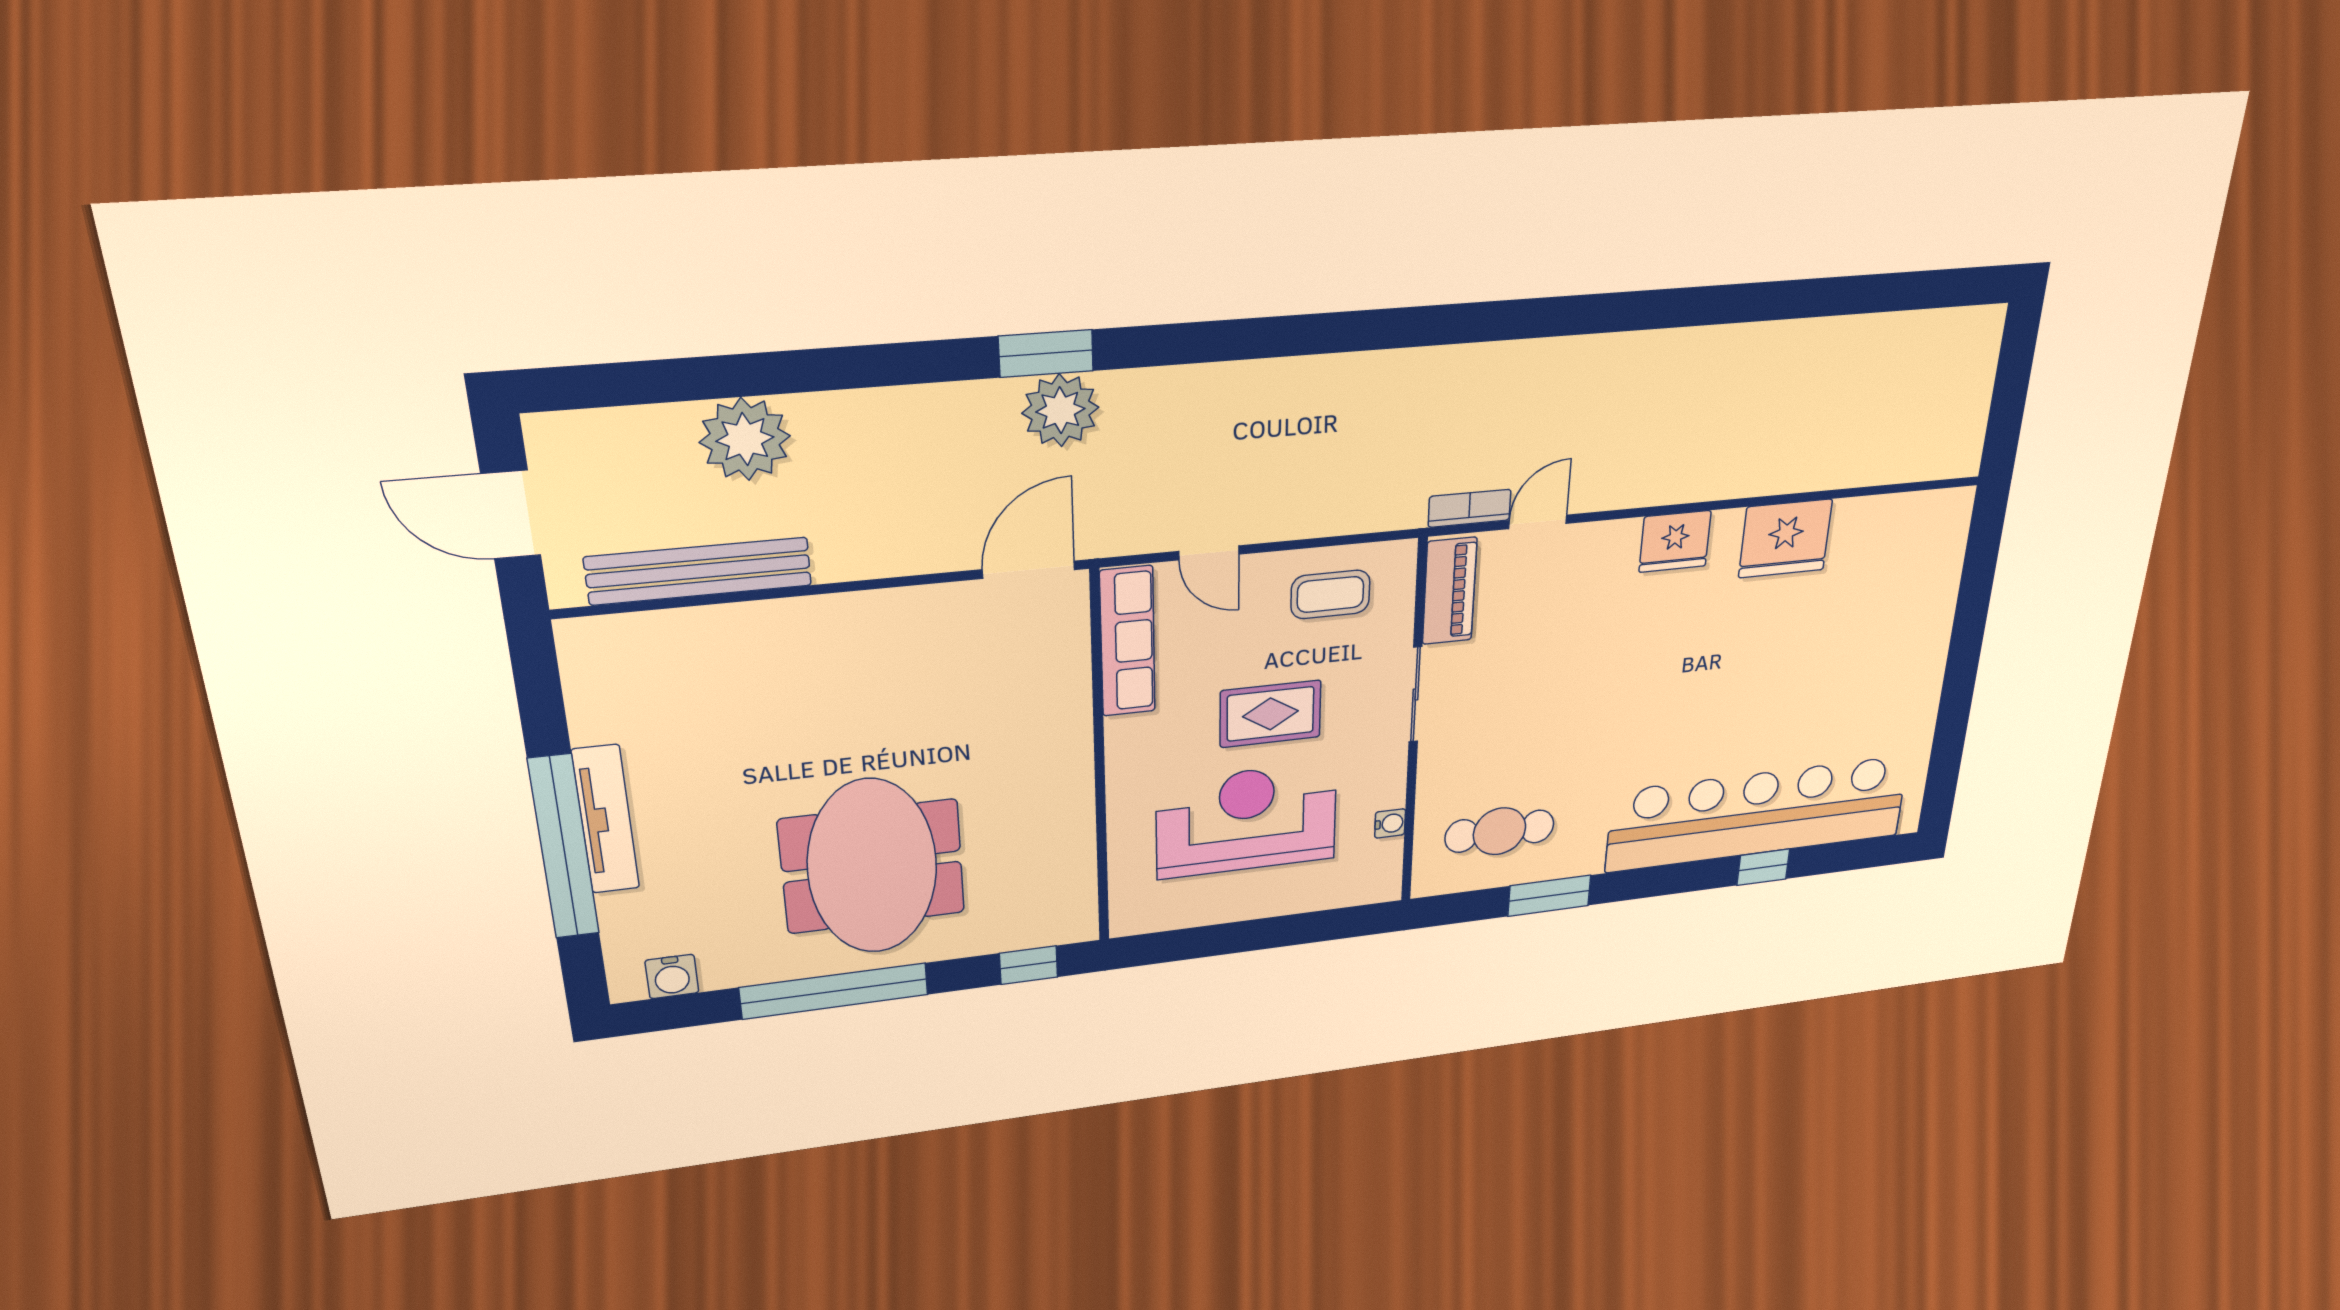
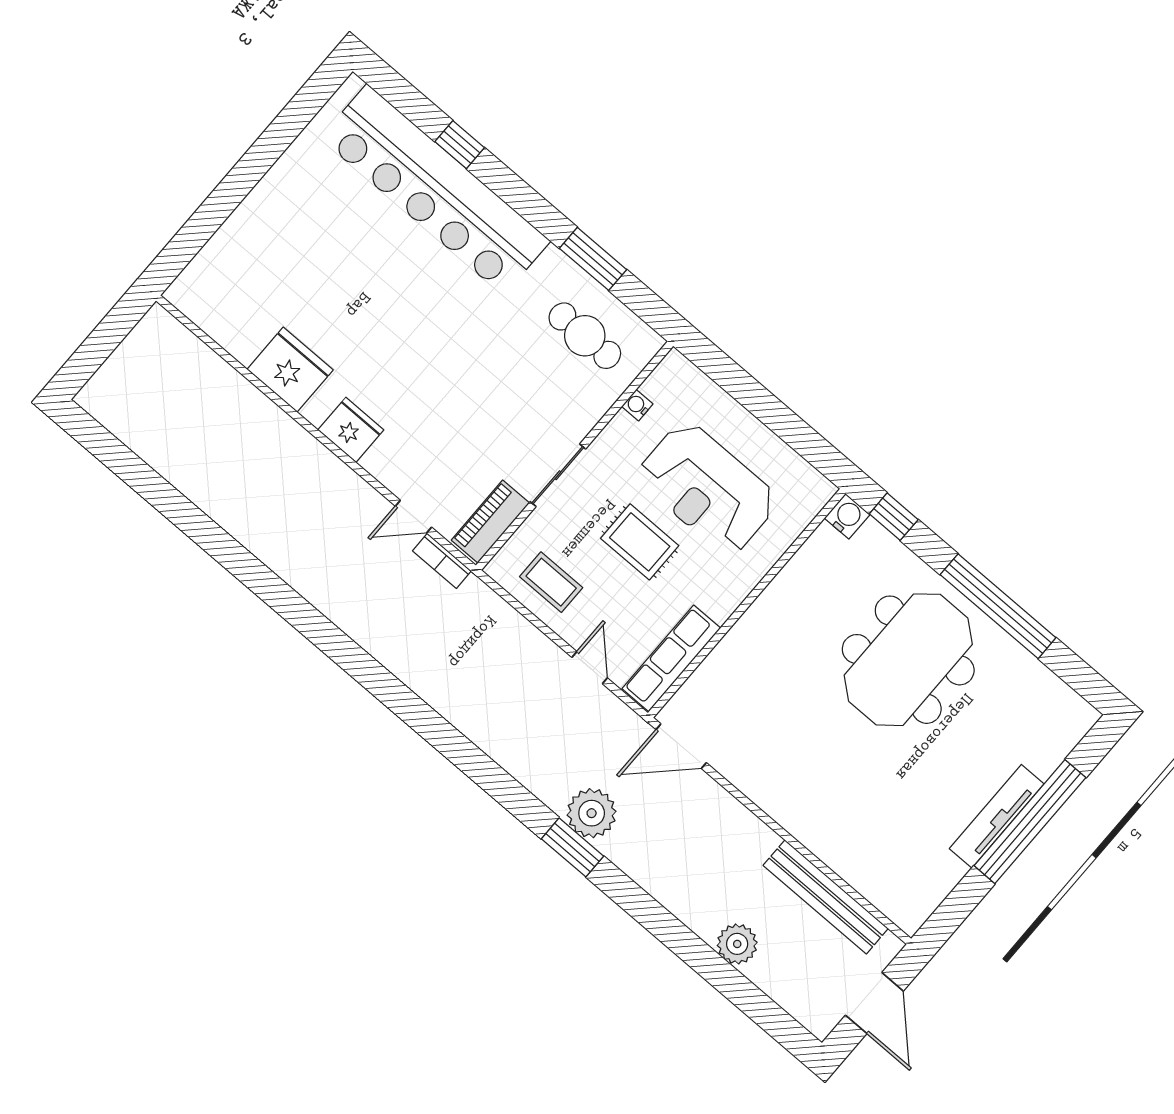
plant: (745, 439) -> (737, 944), width x0.73, depth x0.73
water cooler: (672, 977) -> (847, 516), moved

